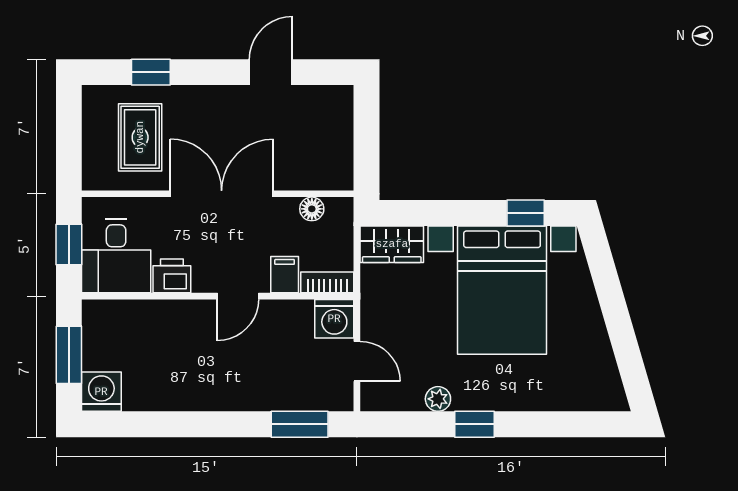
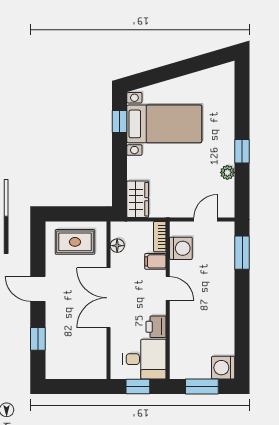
door: (271, 72) -> (38, 289), moved
rug: (140, 137) -> (75, 242), moved
bed with nightstands: (502, 290) -> (164, 124), width x0.73
washing machine: (334, 319) -> (181, 248), moved

